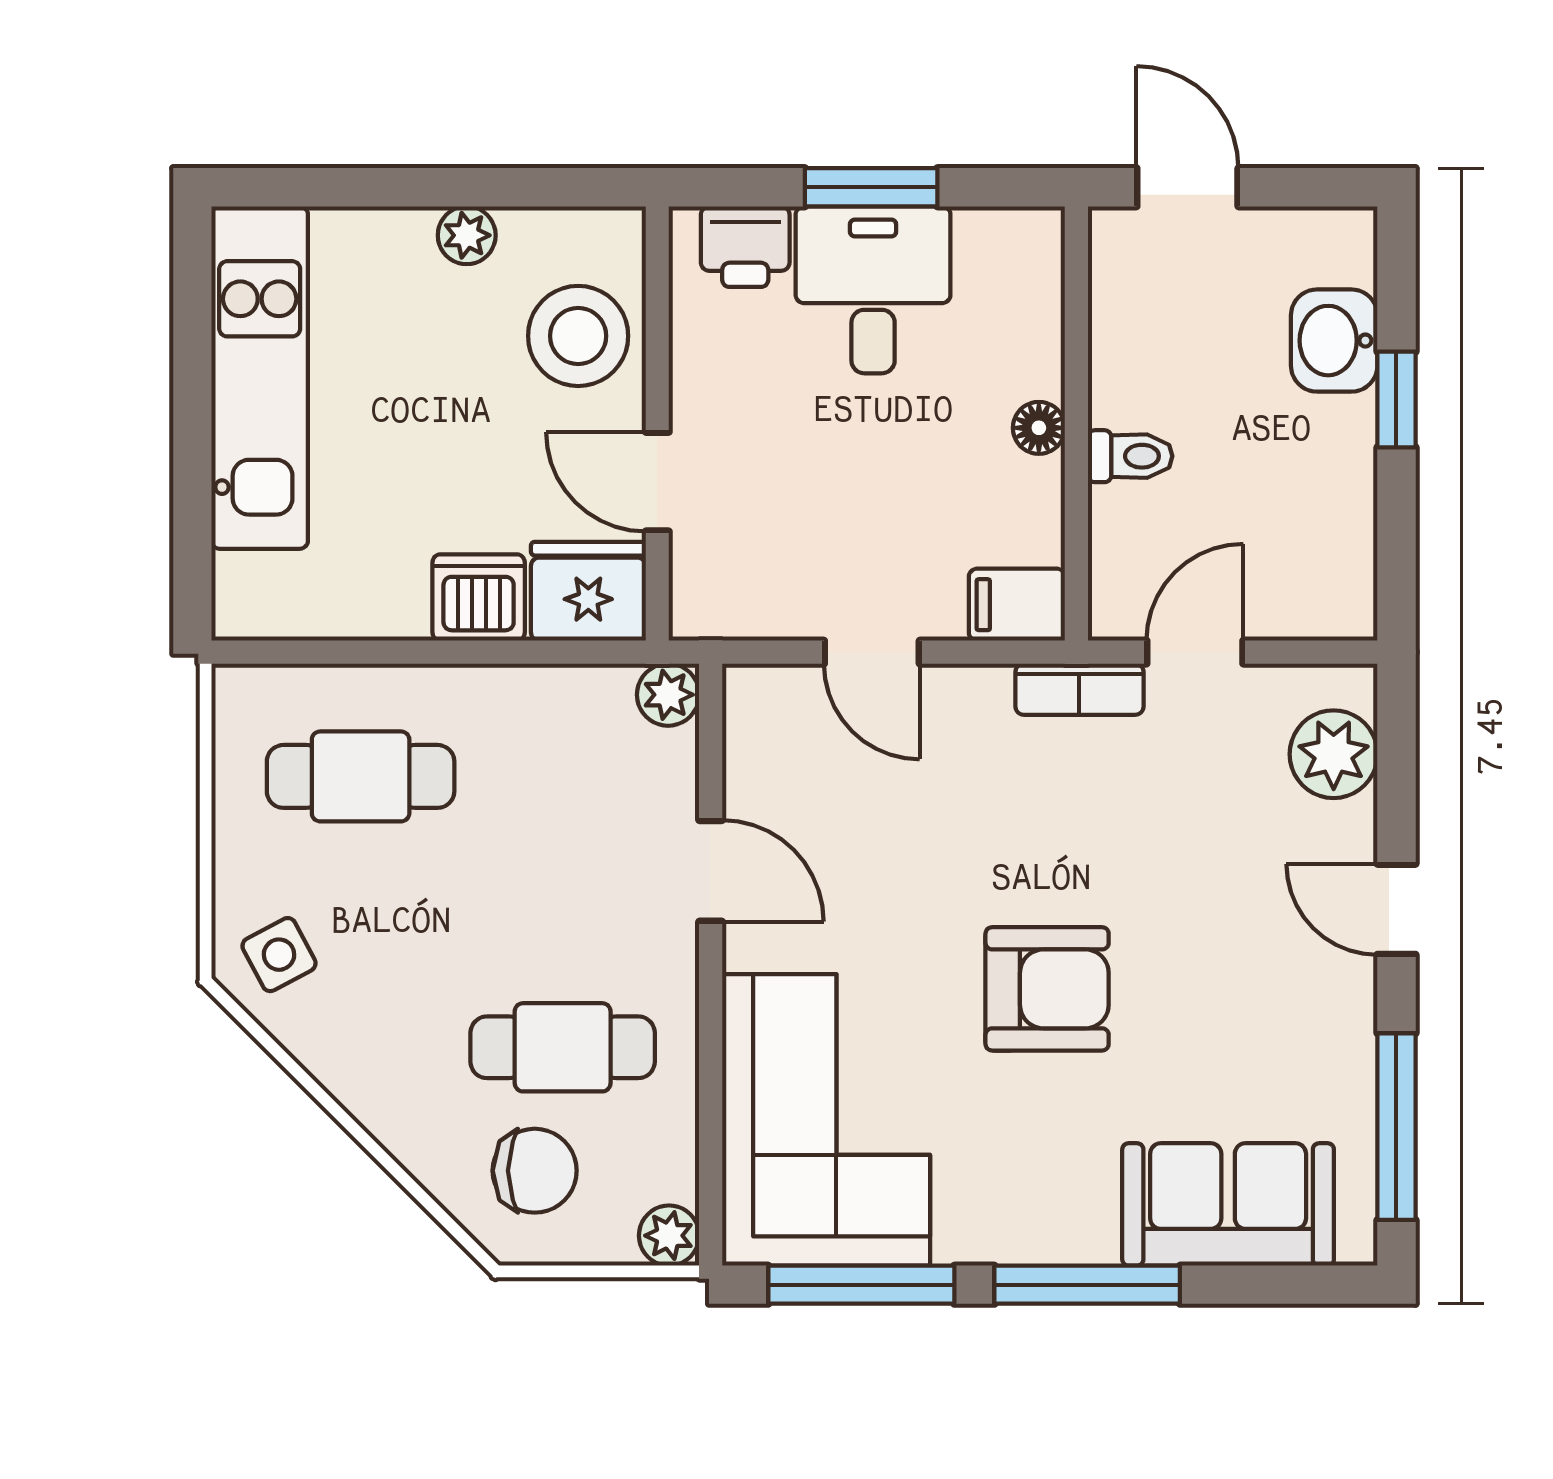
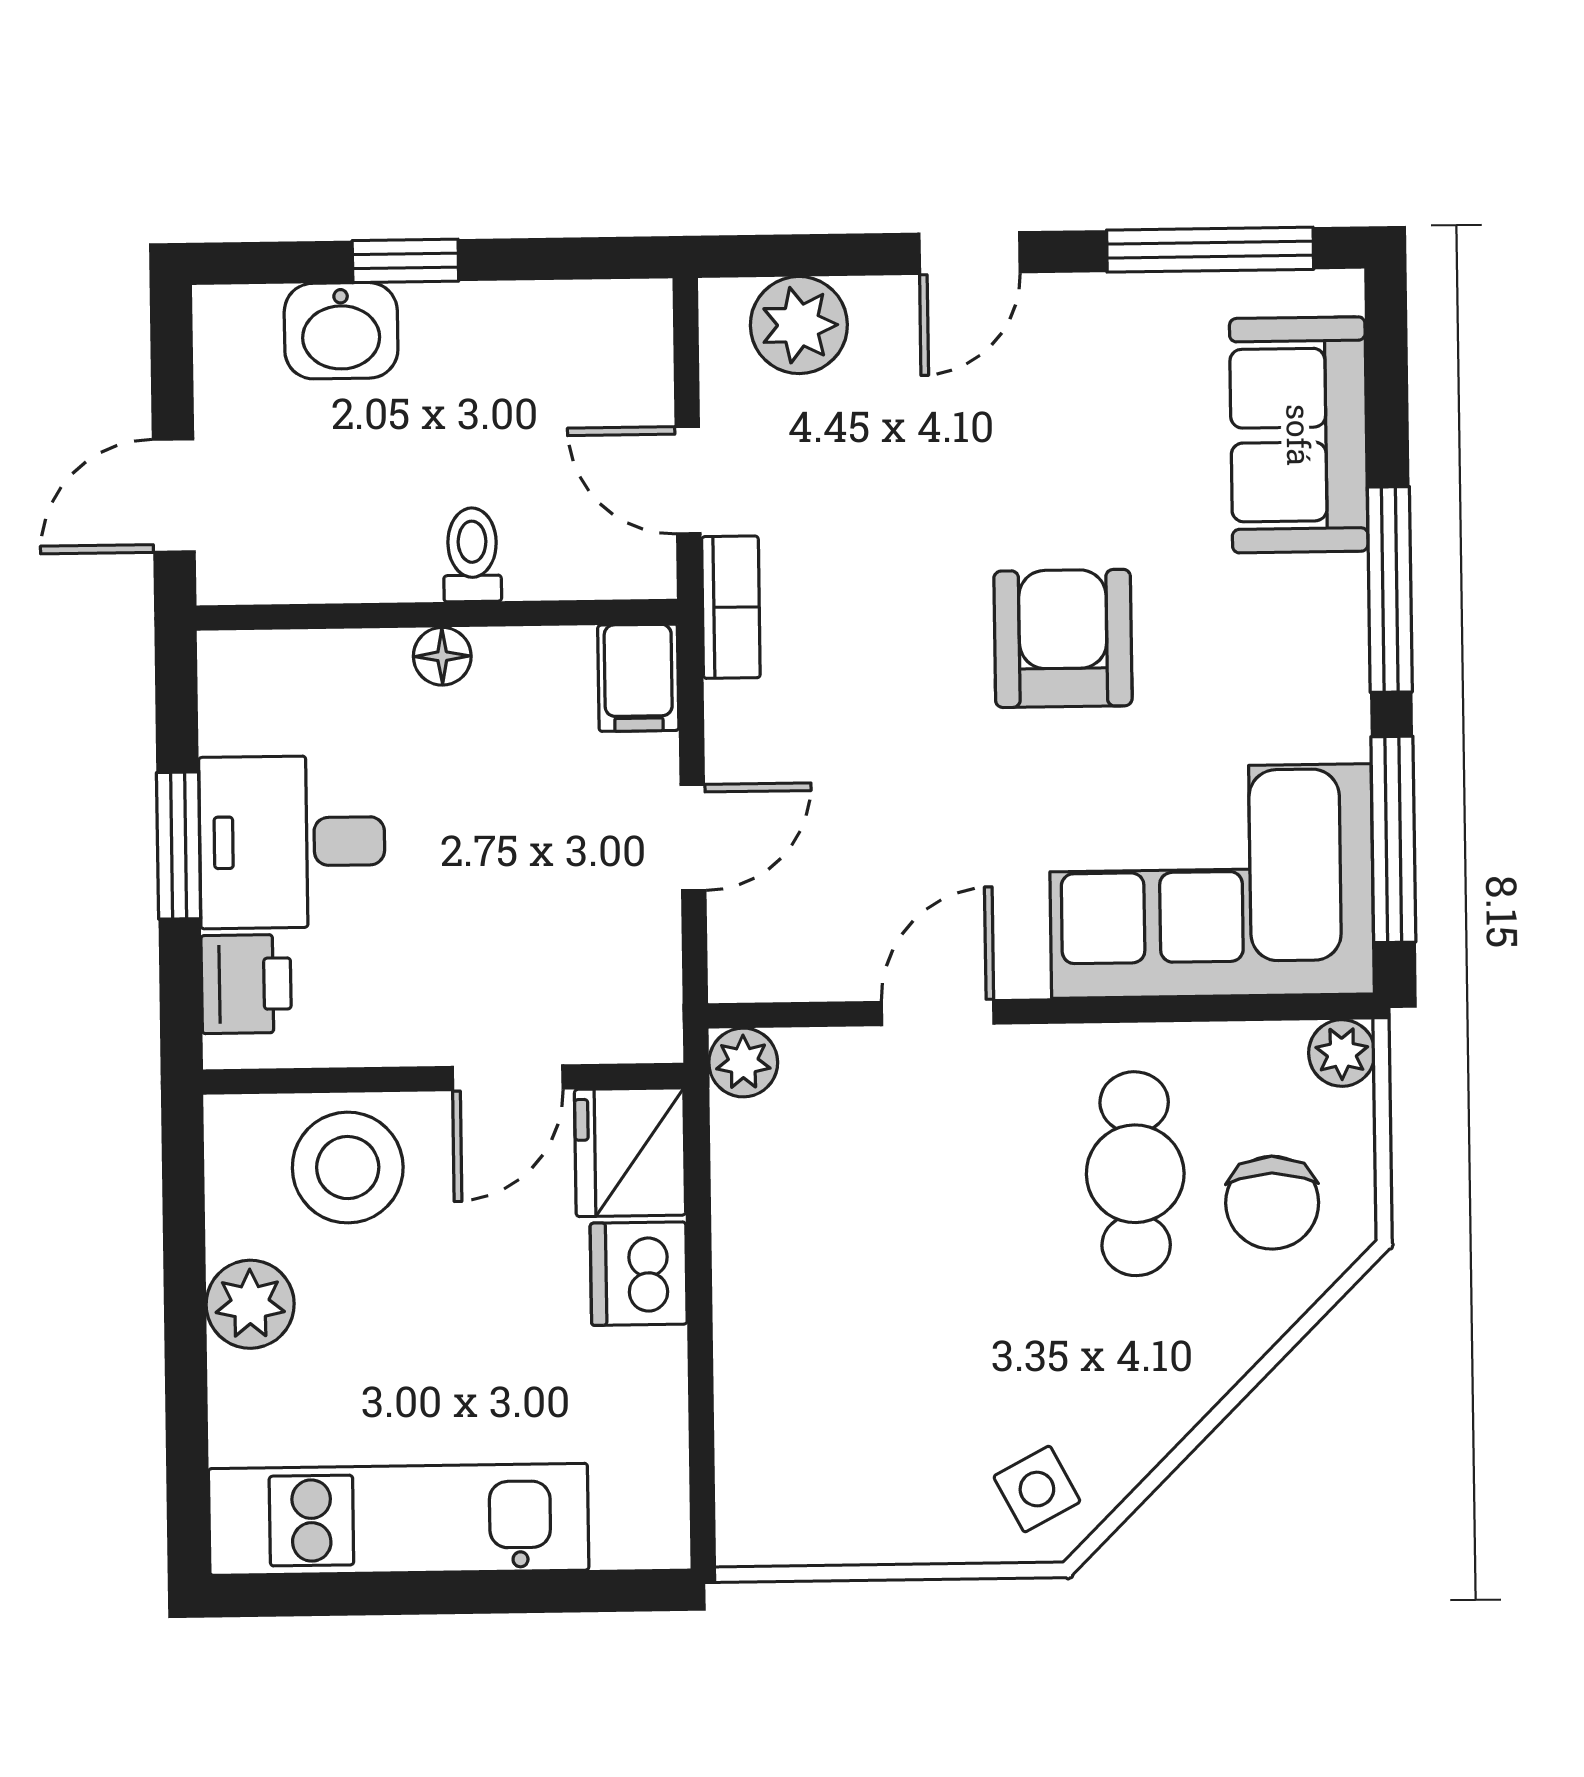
plant: (467, 235) -> (250, 1304), width x1.38, depth x1.38
cafe table: (361, 776) -> (839, 1401), removed
chair: (535, 1171) -> (1272, 1203), turned 180

